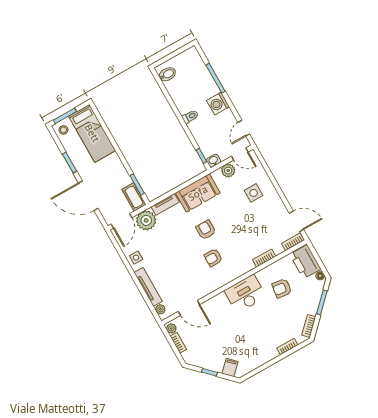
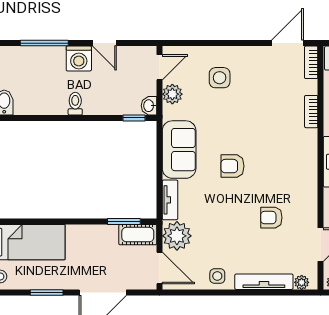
door: (244, 128) -> (104, 43), moved
armchair: (213, 258) -> (271, 218), moved, turned 90

